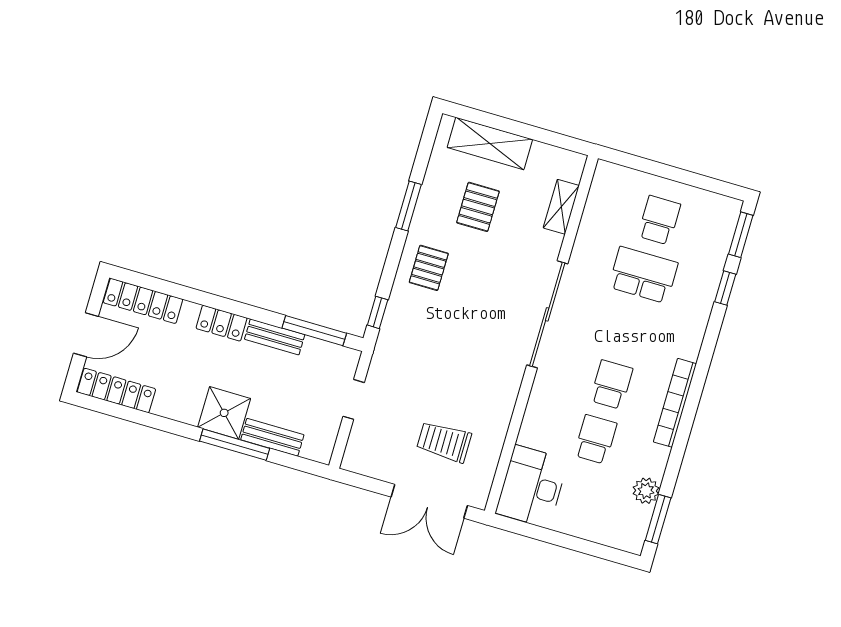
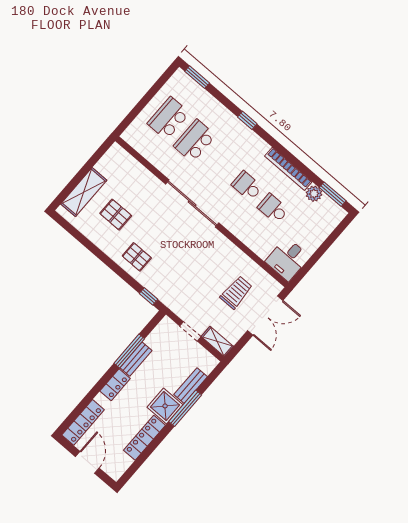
window: (408, 206) -> (98, 253), removed
shelving: (561, 207) -> (217, 342), moved
school desk: (659, 220) -> (169, 118), width x1.85
window: (725, 288) -> (247, 120), moved
window: (314, 331) -> (129, 351), moved
locker: (116, 391) -> (144, 438), moved
bookcase: (675, 403) -> (288, 169), moved
trolley: (444, 442) -> (236, 292), turned 180
desk: (532, 486) -> (287, 259), width x0.73

